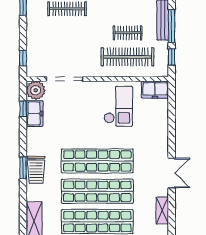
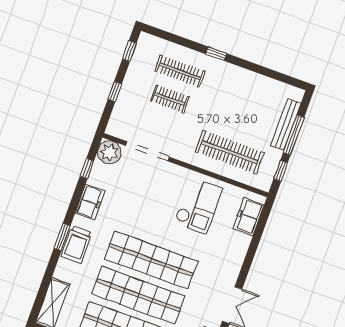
clothes rail: (128, 33) -> (170, 99), moved
window: (23, 58) -> (115, 92), moved
freezer: (155, 90) -> (249, 217), moved, turned 90
freezer: (35, 114) -> (90, 202), moved

